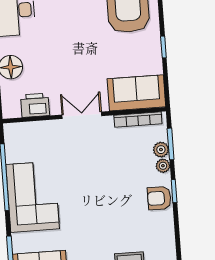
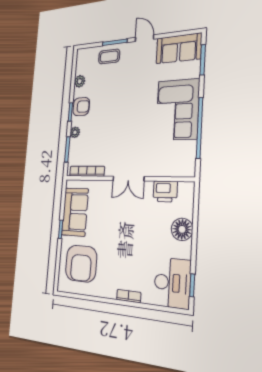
sofa: (136, 93) -> (75, 212), moved, turned -90
plant: (161, 150) -> (80, 81), moved

